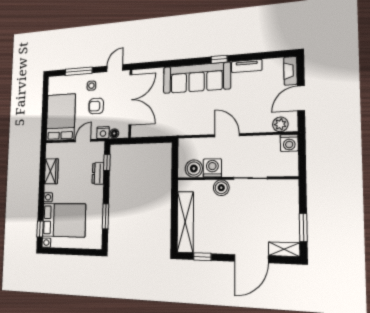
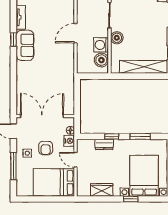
sofa: (197, 78) -> (25, 45), width x0.54, depth x0.79
window: (107, 163) -> (112, 136), moved
window: (40, 229) -> (131, 199), moved

